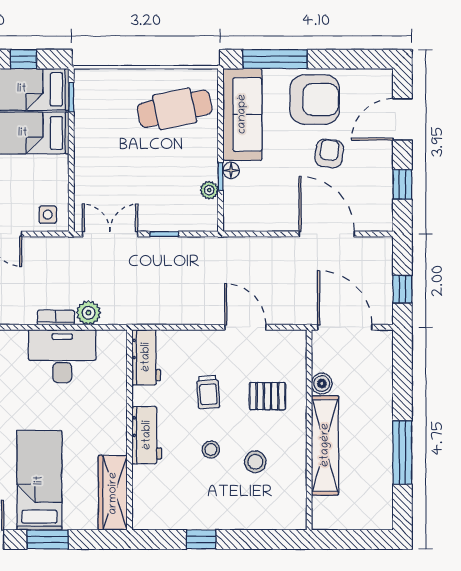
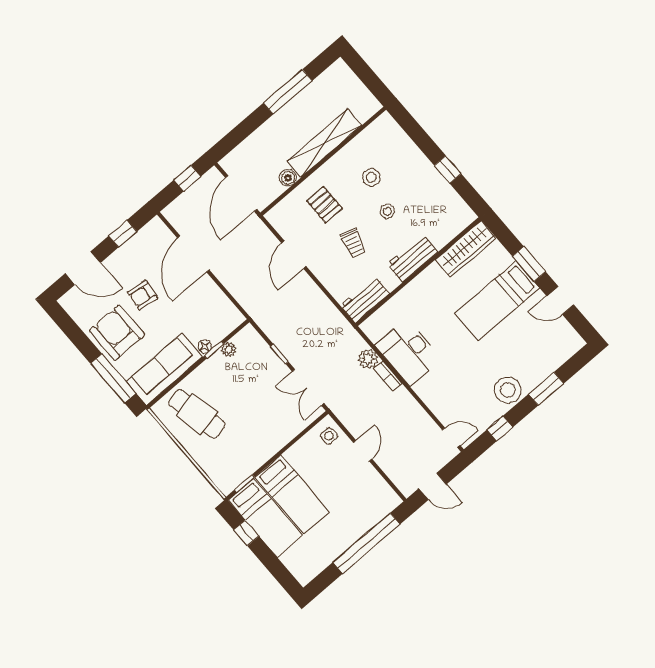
trolley: (208, 392) -> (353, 243), turned 110

